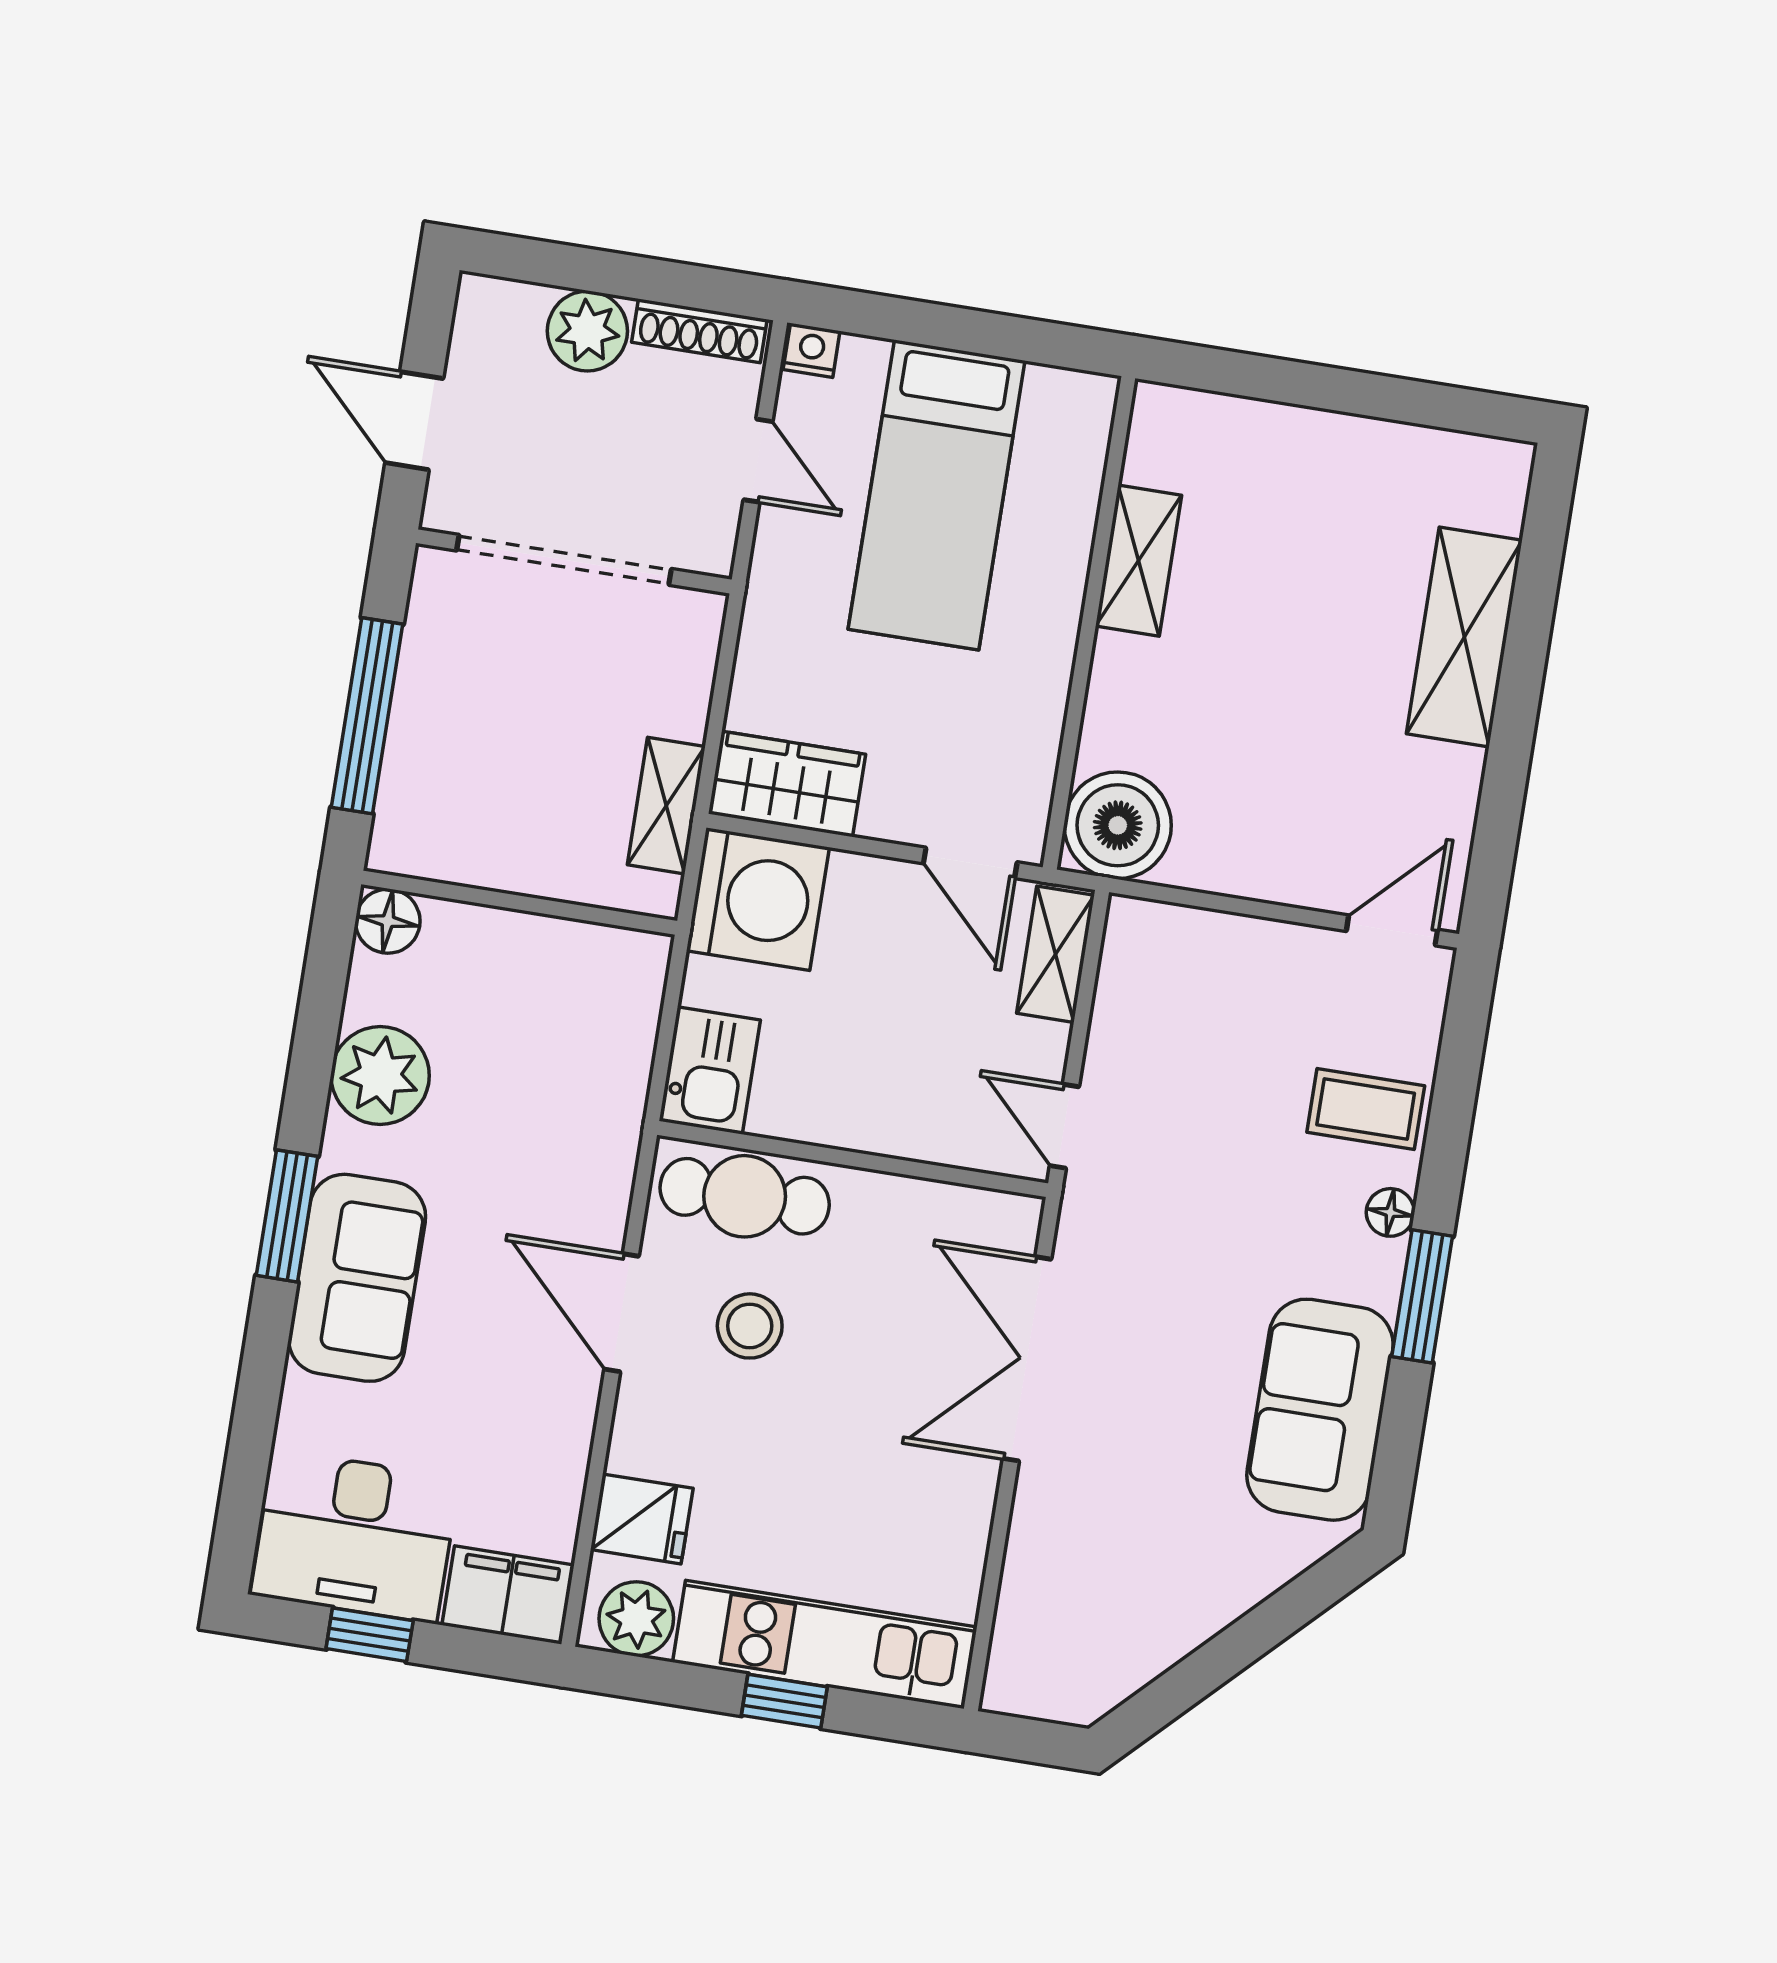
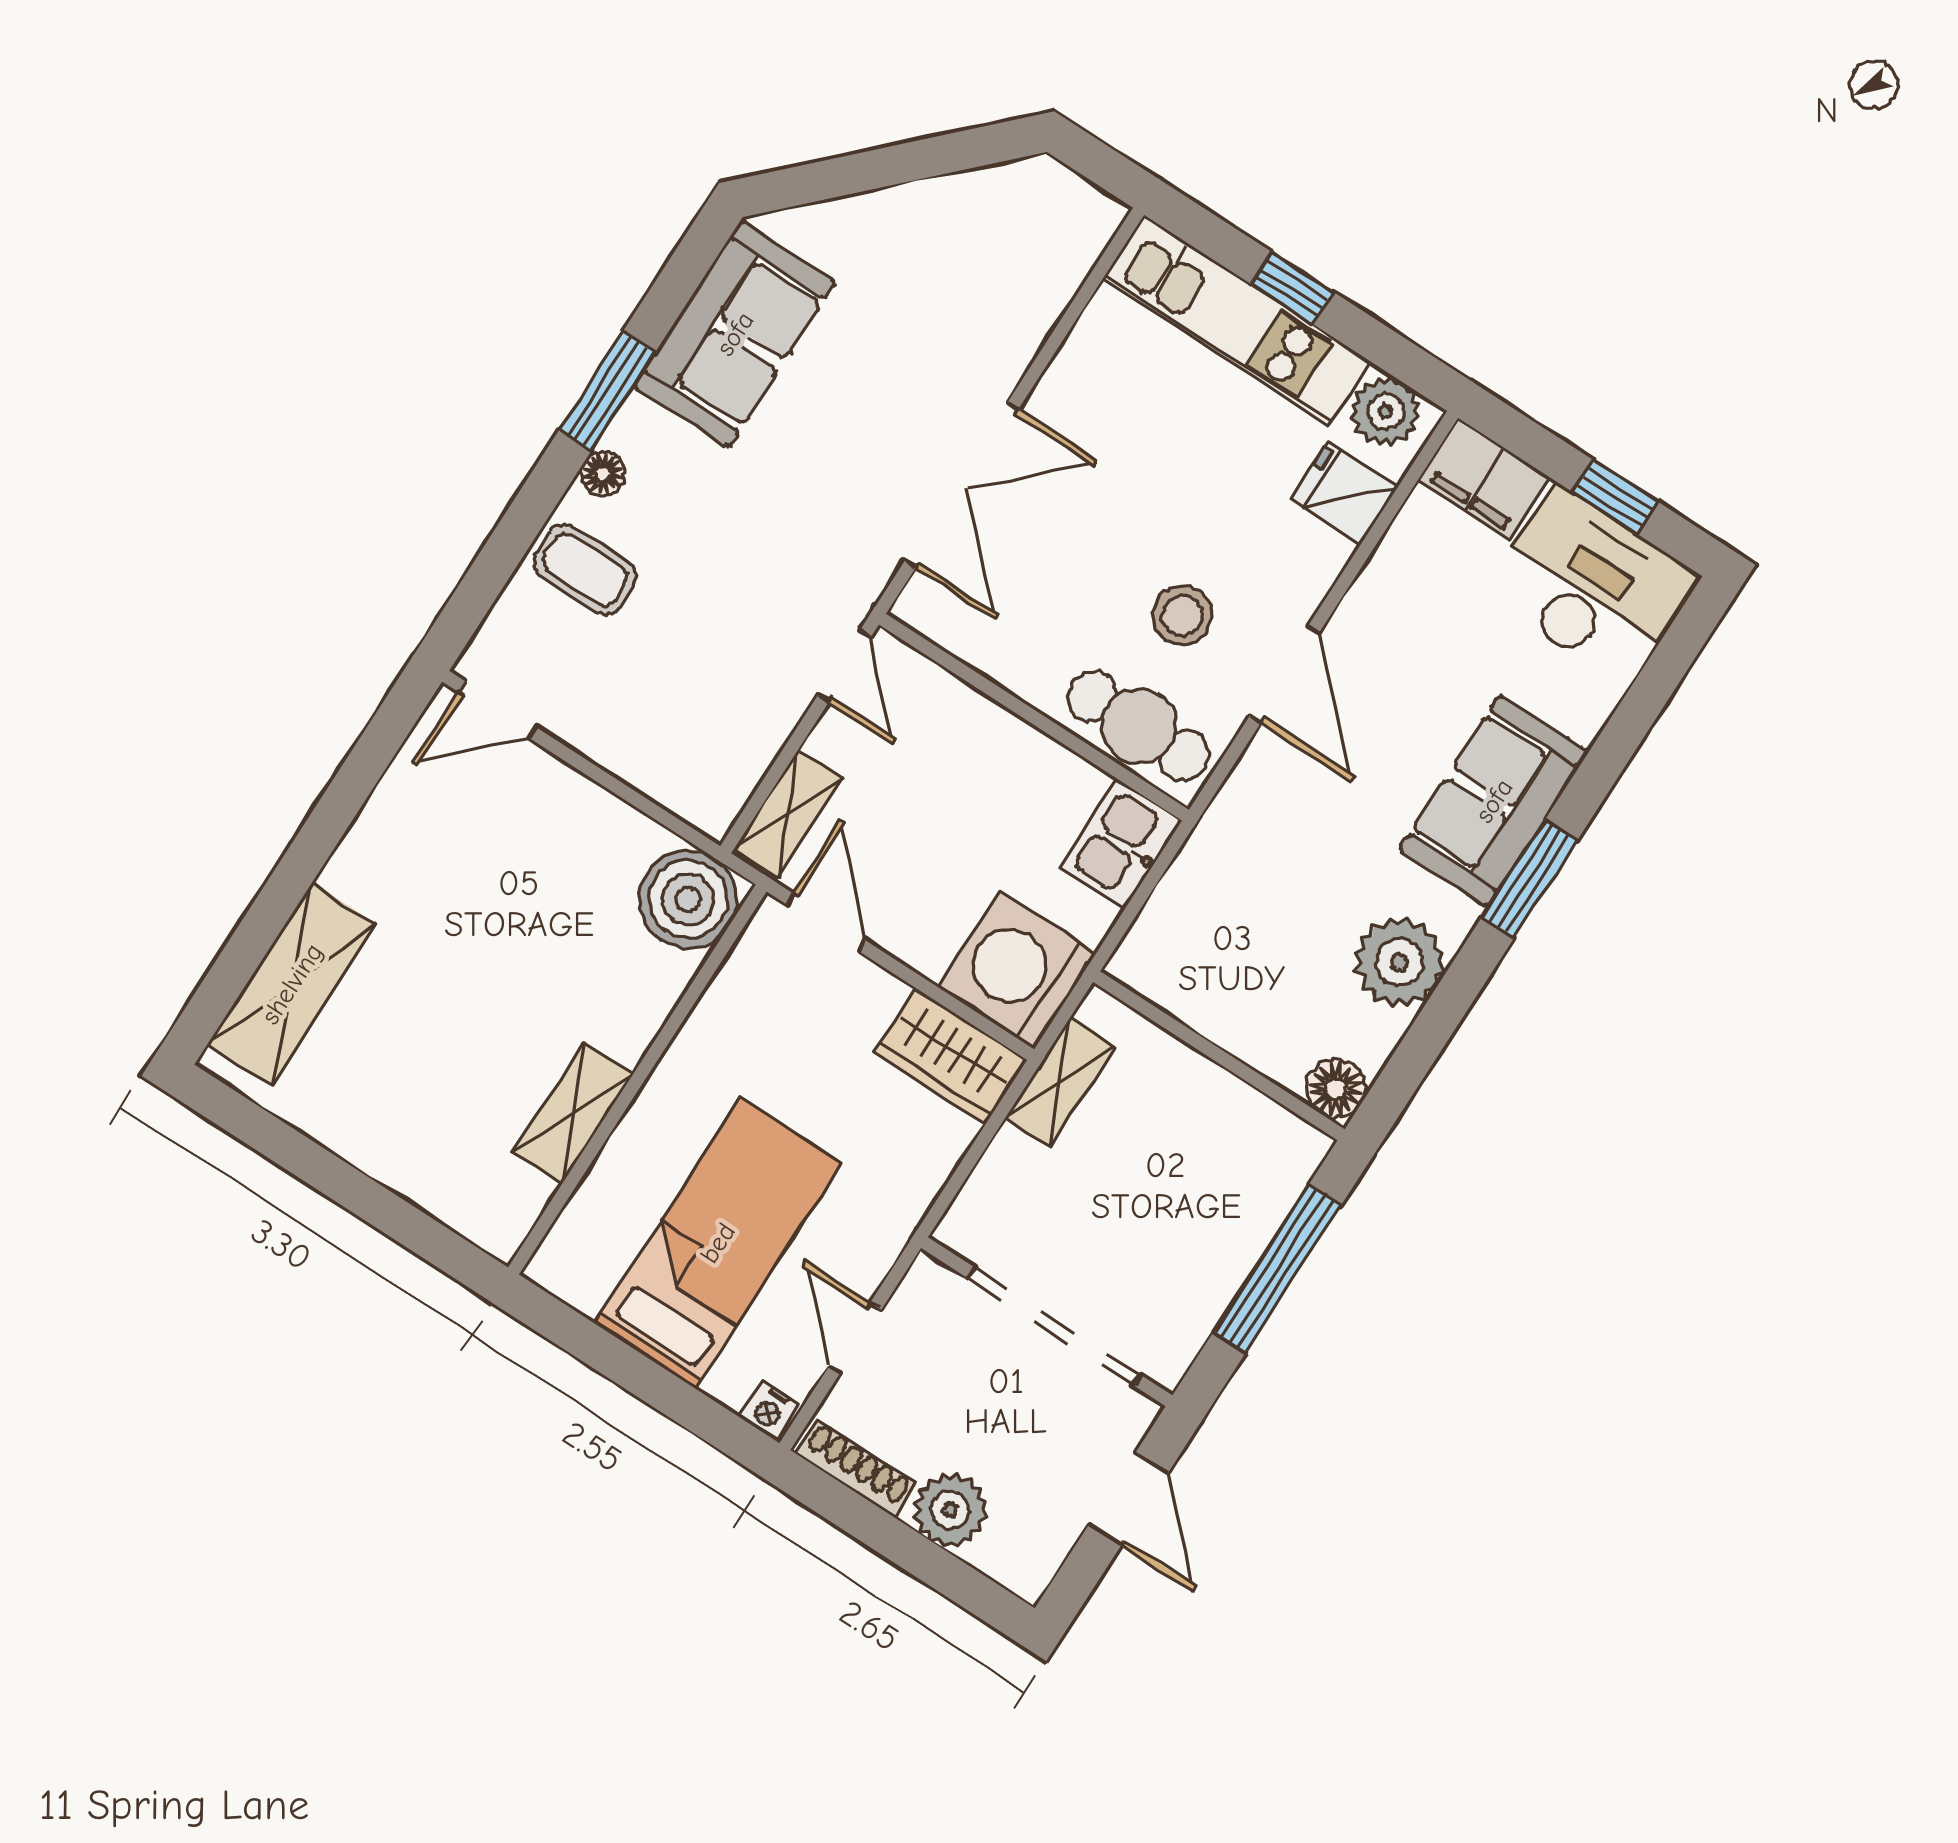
shelving: (1464, 637) -> (292, 984), moved

